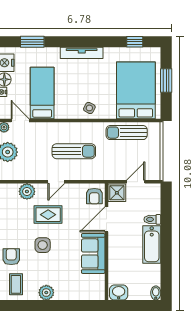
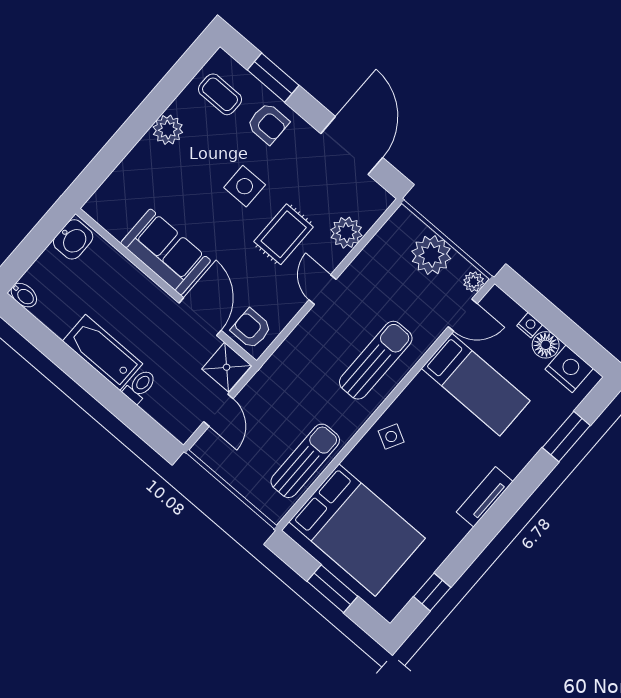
tv unit: (82, 53) -> (485, 497), width x0.71
sun lounger: (74, 151) -> (376, 360), moved, turned 180

